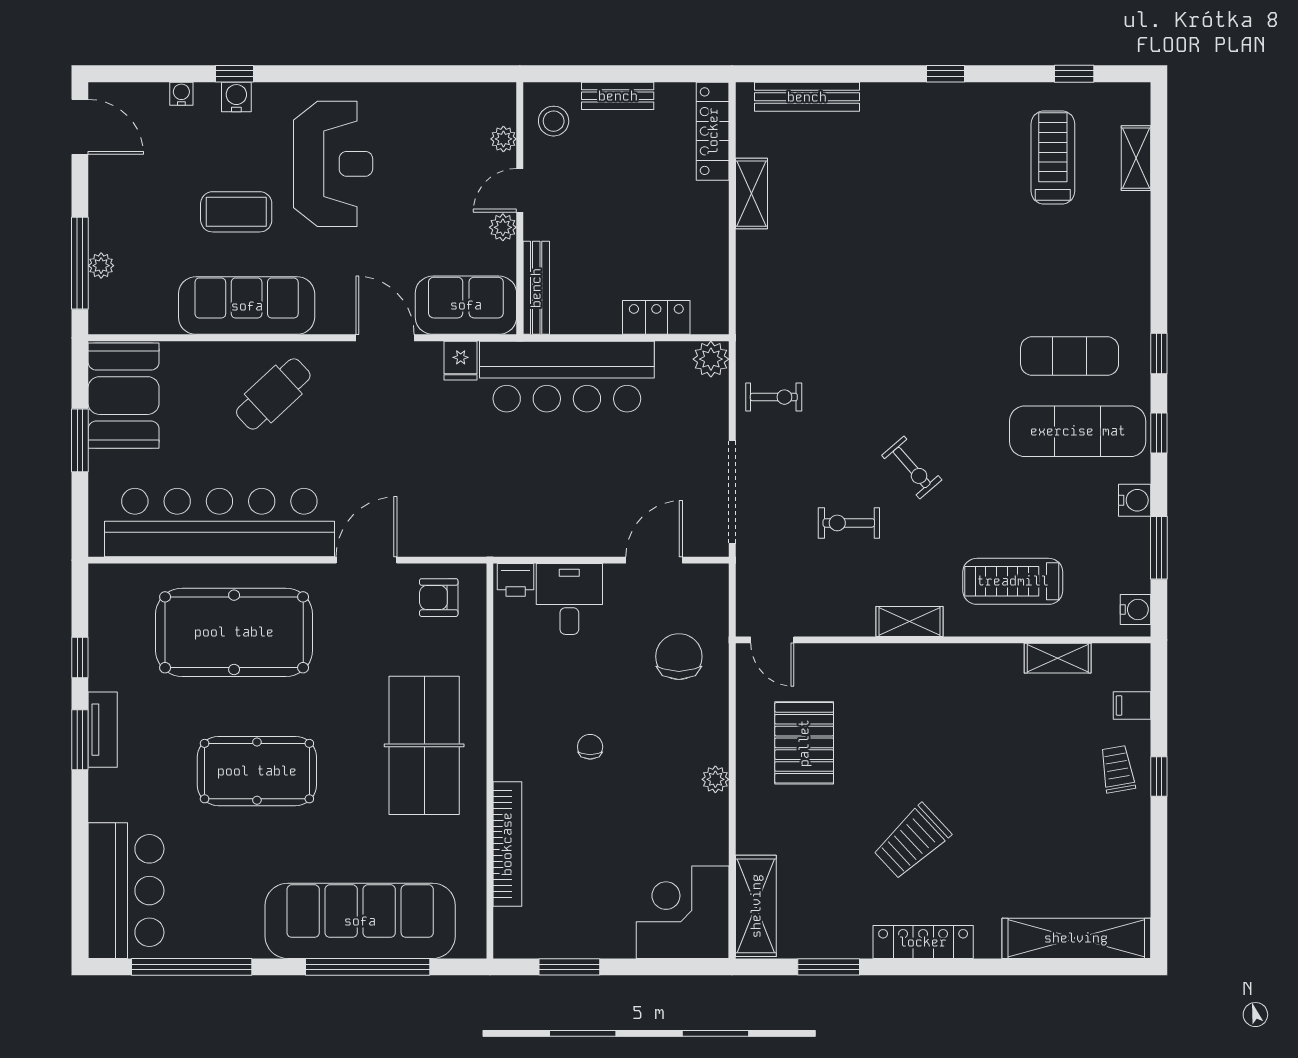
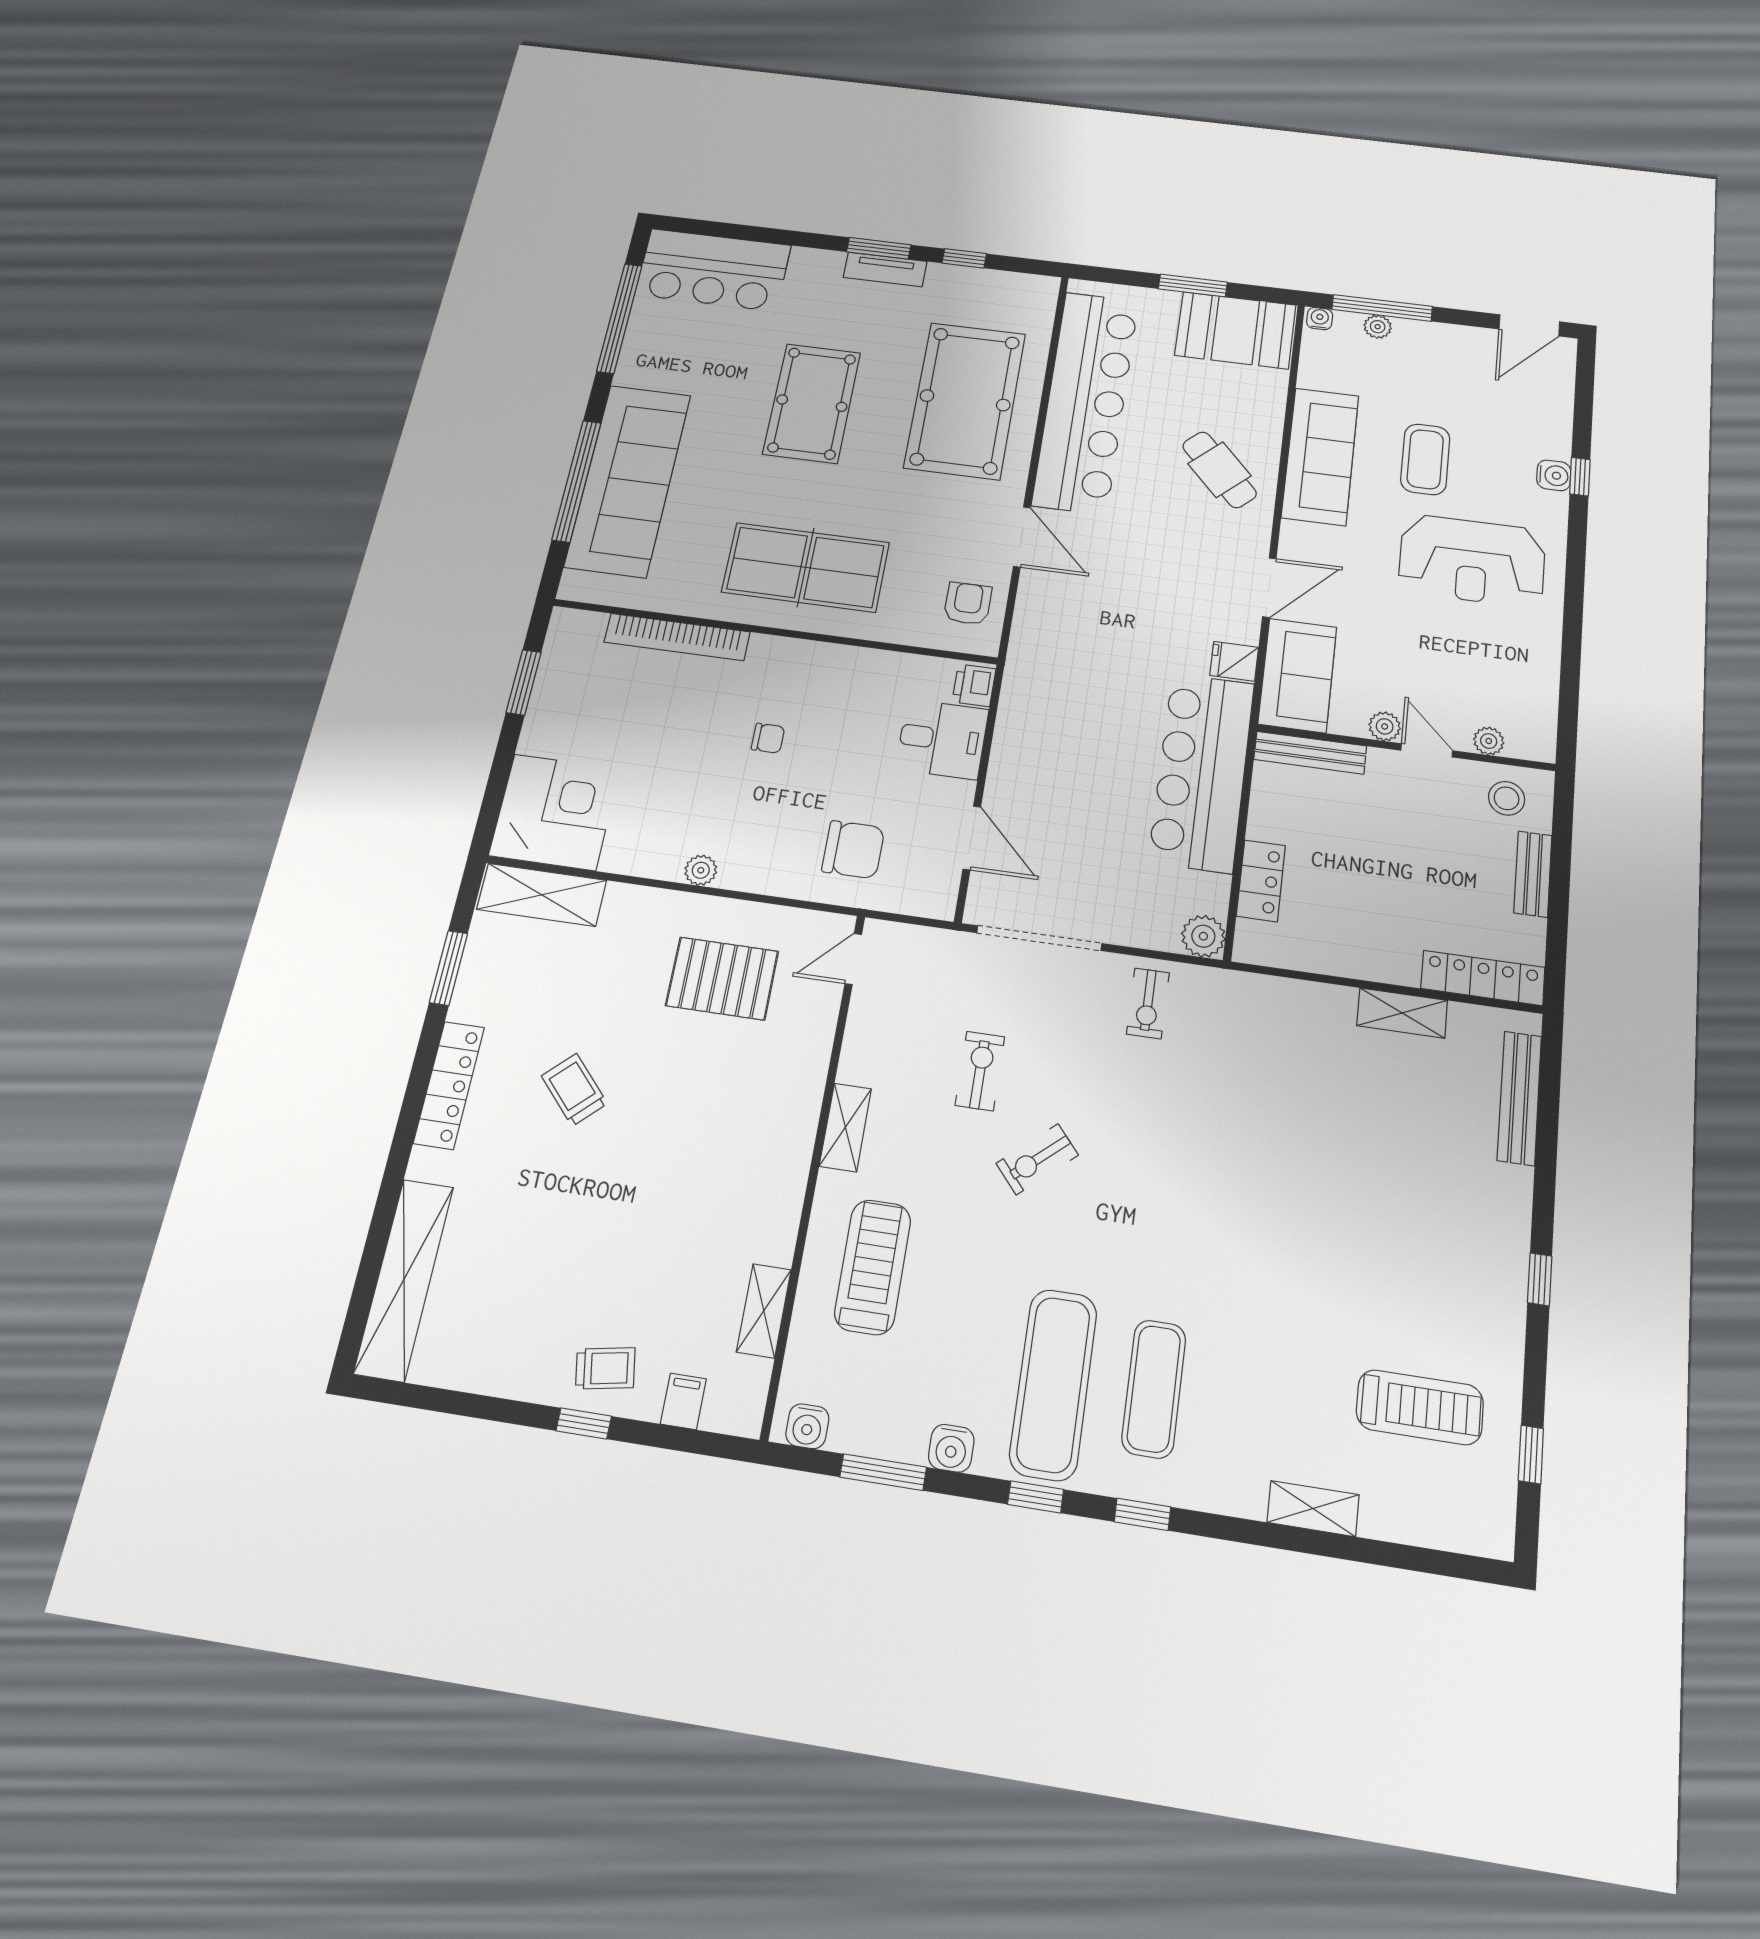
water cooler: (181, 94) -> (1320, 319), moved, turned -90
shelving: (1136, 158) -> (1313, 1509), moved
trolley: (912, 842) -> (574, 1090), width x0.73, depth x0.72

